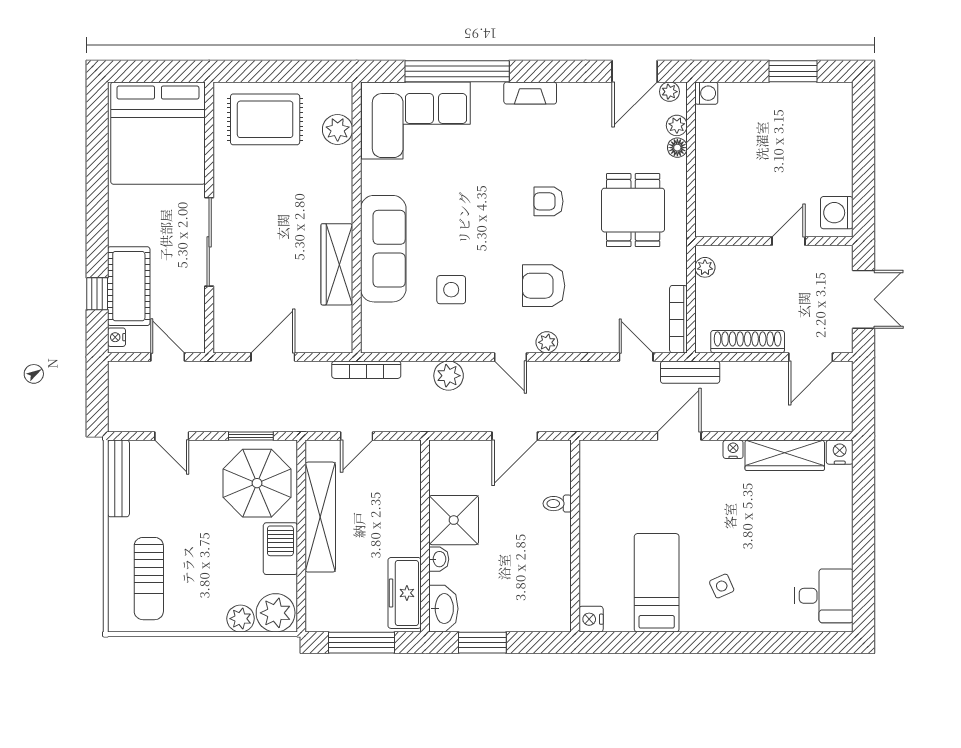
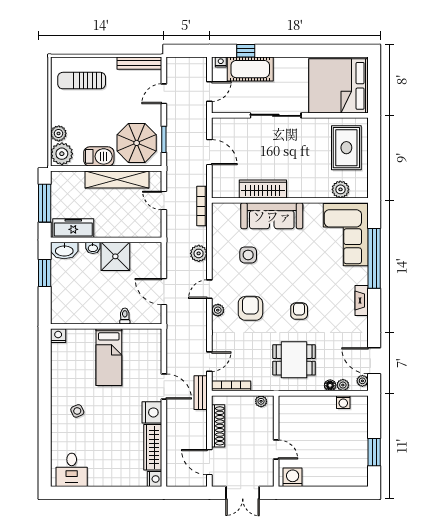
washing machine: (706, 93) -> (343, 402), moved
nightstand: (733, 449) -> (152, 412), width x1.89, depth x1.79
bed: (657, 583) -> (109, 357), moved, turned 90

